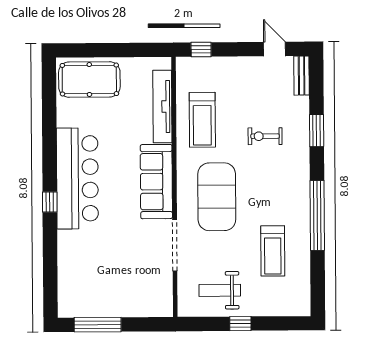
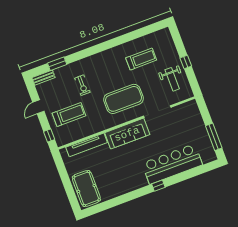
door: (274, 49) -> (38, 107), moved
treadmill: (202, 120) -> (69, 114), moved
window: (317, 131) -> (57, 64), moved
bar counter: (77, 178) -> (172, 164), moved
window: (317, 215) -> (114, 42), removed

